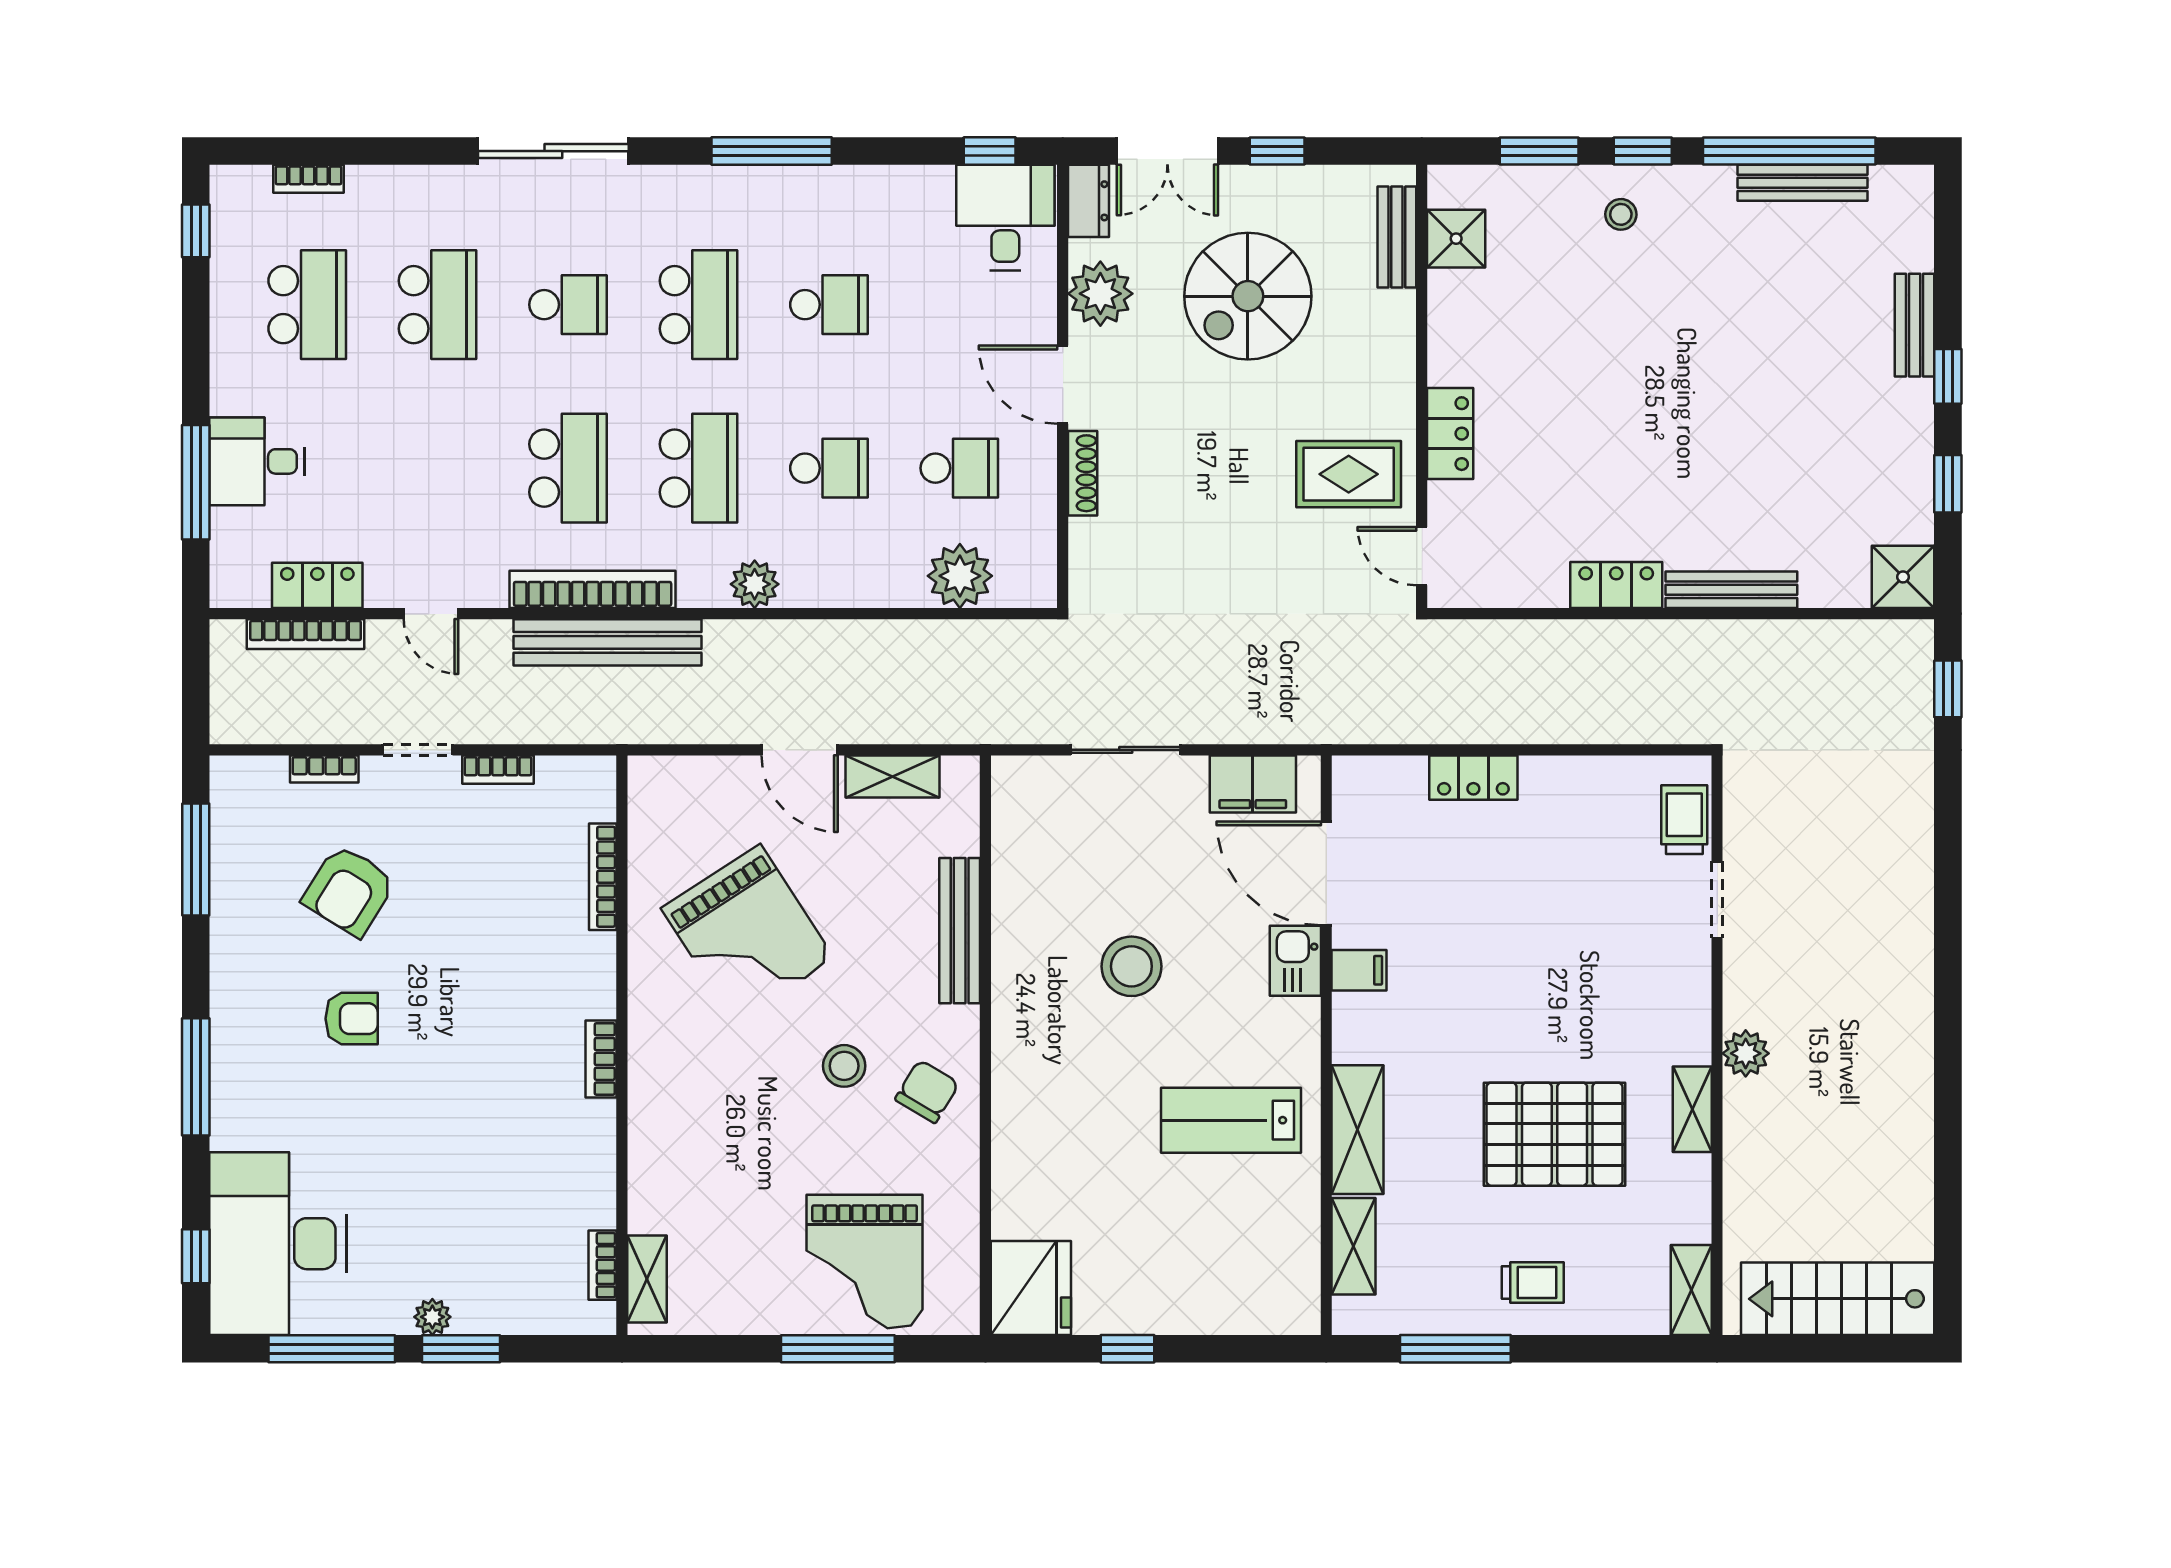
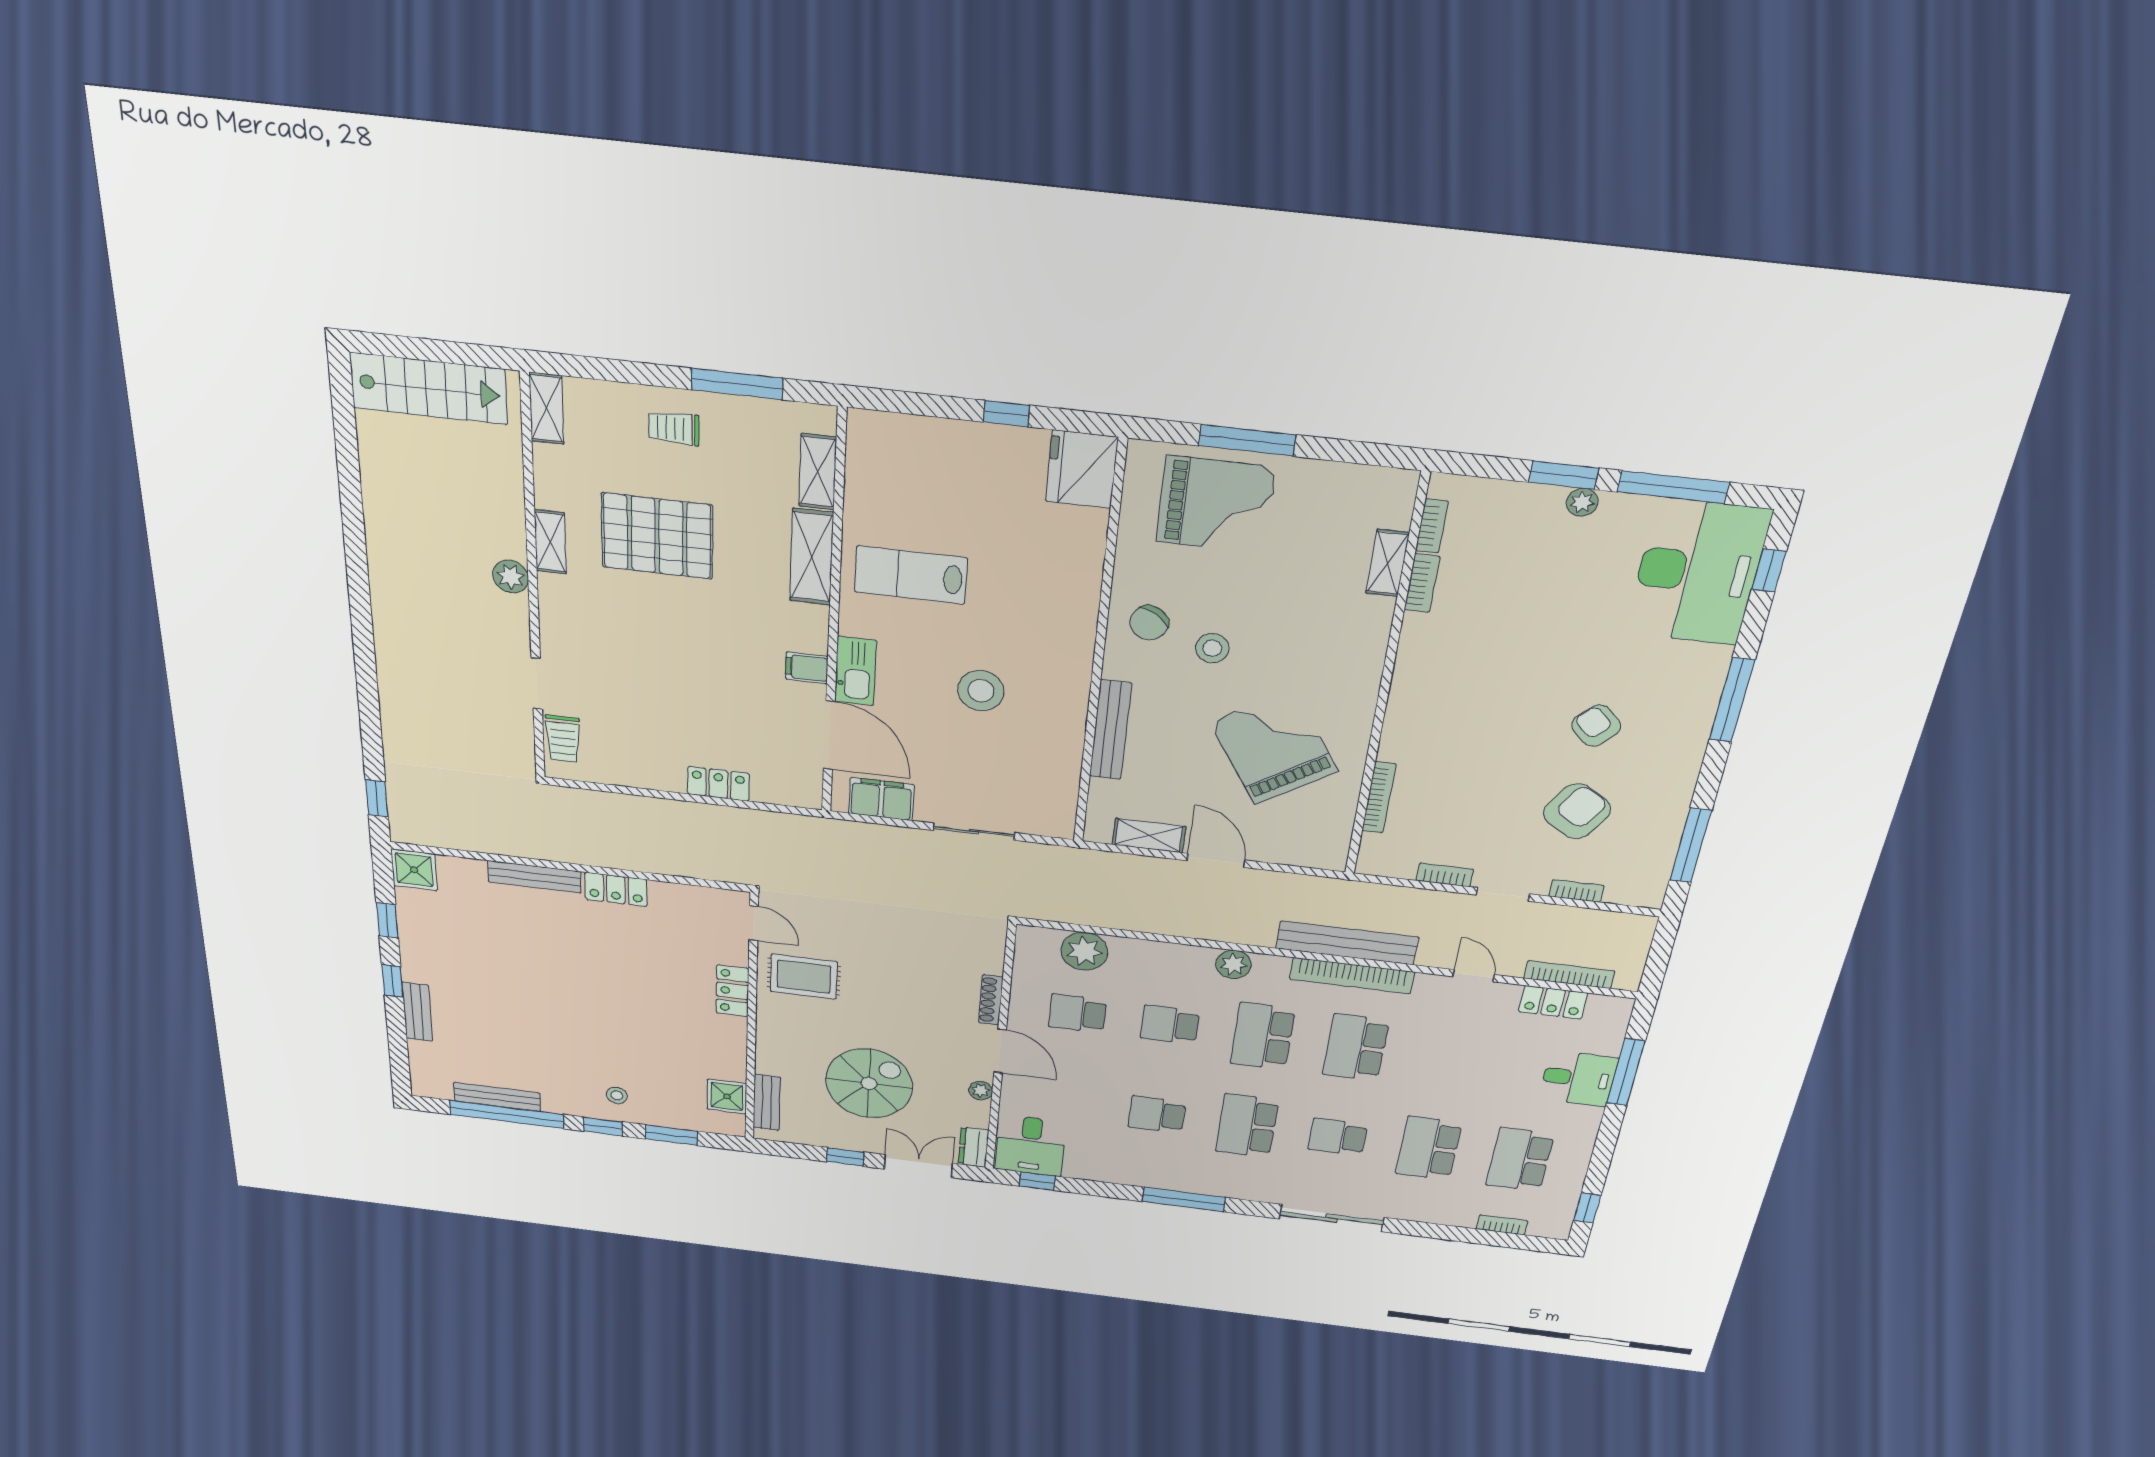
plant: (1100, 294) -> (981, 1091), width x0.53, depth x0.53
kitchen sink: (1295, 961) -> (856, 671), width x1.38
armchair: (352, 1019) -> (1596, 726), turned 44
bookcase: (601, 1059) -> (1422, 583), moved
lab bench: (1231, 1120) -> (911, 575), turned 180
grand piano: (865, 1261) -> (1216, 505), turned 90
shelving: (647, 1279) -> (1387, 563), moved

